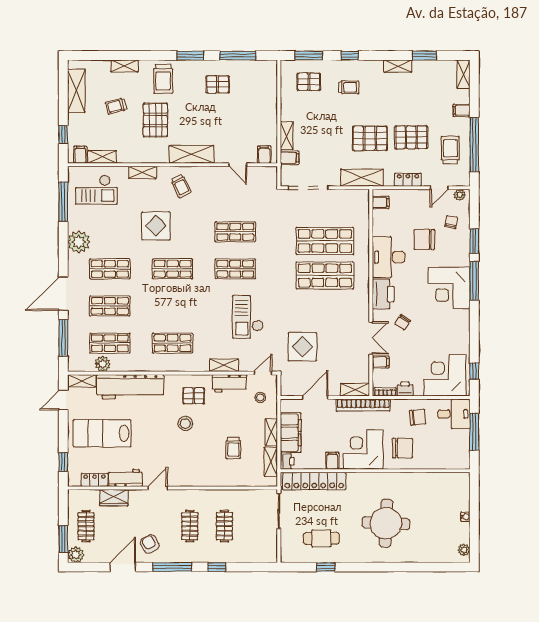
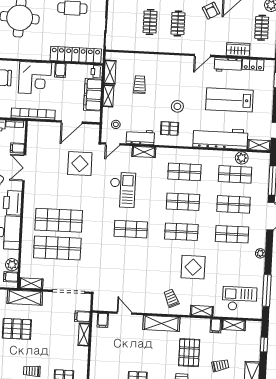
filing cabinet: (80, 155) -> (216, 326), moved
plant: (380, 218) -> (12, 265), added
shop shelf: (235, 232) -> (183, 202), moved
plant: (79, 242) -> (260, 253), width x0.53, depth x0.53
shelving: (355, 390) -> (31, 283), moved
lab bench: (102, 433) -> (229, 100), moved, turned 180

